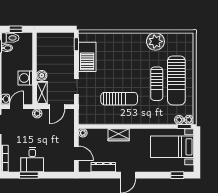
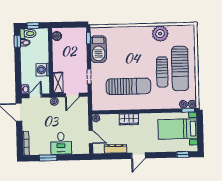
boiler: (42, 75) -> (57, 36), moved
sun lounger: (119, 99) -> (128, 86), width x1.36, depth x1.34
desk: (32, 160) -> (61, 143), moved

